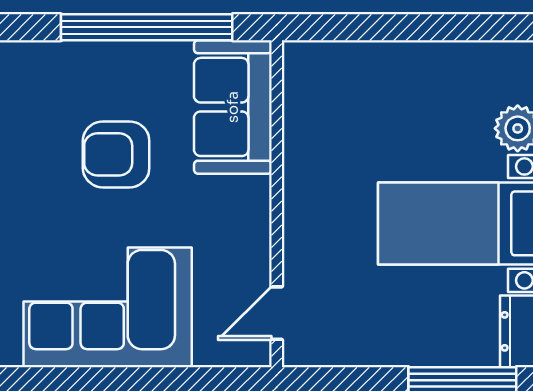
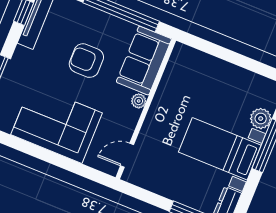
plant: (255, 193) -> (139, 101), added

